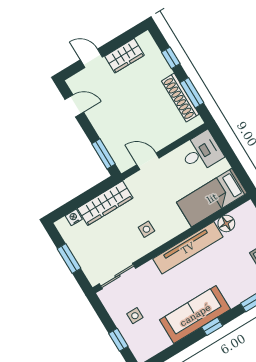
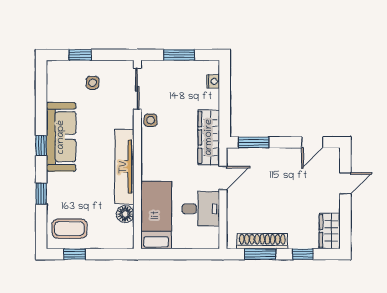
wardrobe: (124, 56) -> (330, 231), moved
desk: (201, 152) -> (201, 209), moved, turned -90
wardrobe: (105, 203) -> (209, 137), moved
side table: (146, 229) -> (150, 120), moved

